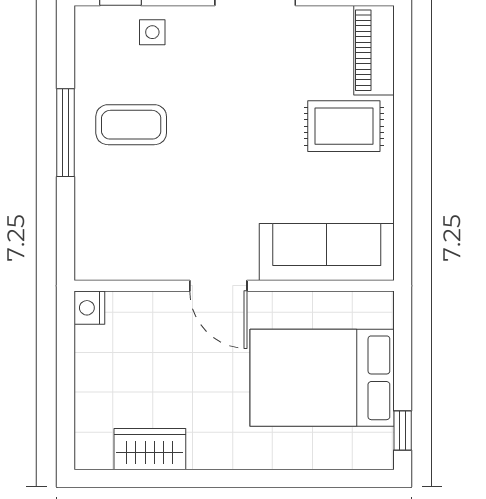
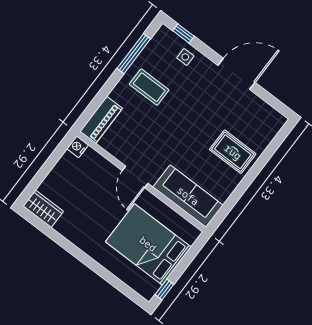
piano: (374, 50) -> (101, 120), moved, turned 180
window: (66, 133) -> (134, 54), moved
wardrobe: (150, 449) -> (43, 209), moved

